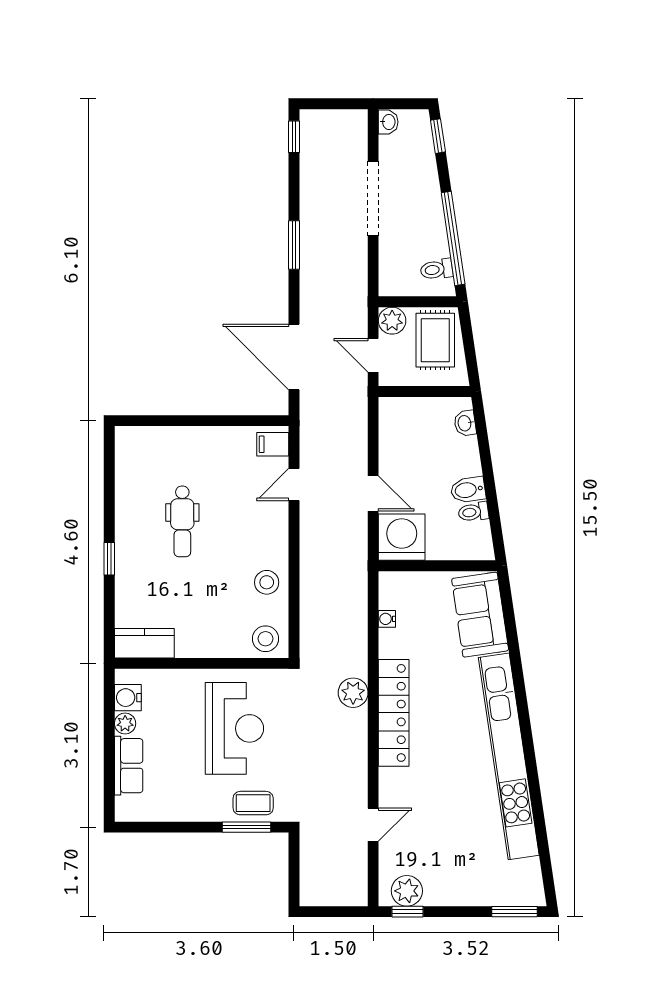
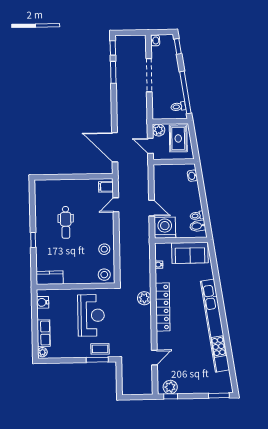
window: (294, 245) -> (113, 72), moved
bidet: (468, 490) -> (198, 226), moved
sofa: (480, 615) -> (190, 253), moved, turned -82
plant: (125, 723) -> (42, 352), moved

